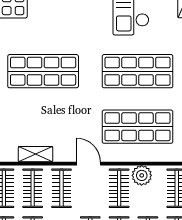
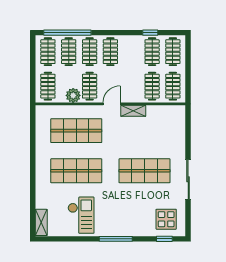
shelving: (36, 154) -> (133, 111), moved
door: (89, 164) -> (112, 104), swing flipped
clothes rail: (61, 188) -> (131, 86), removed

